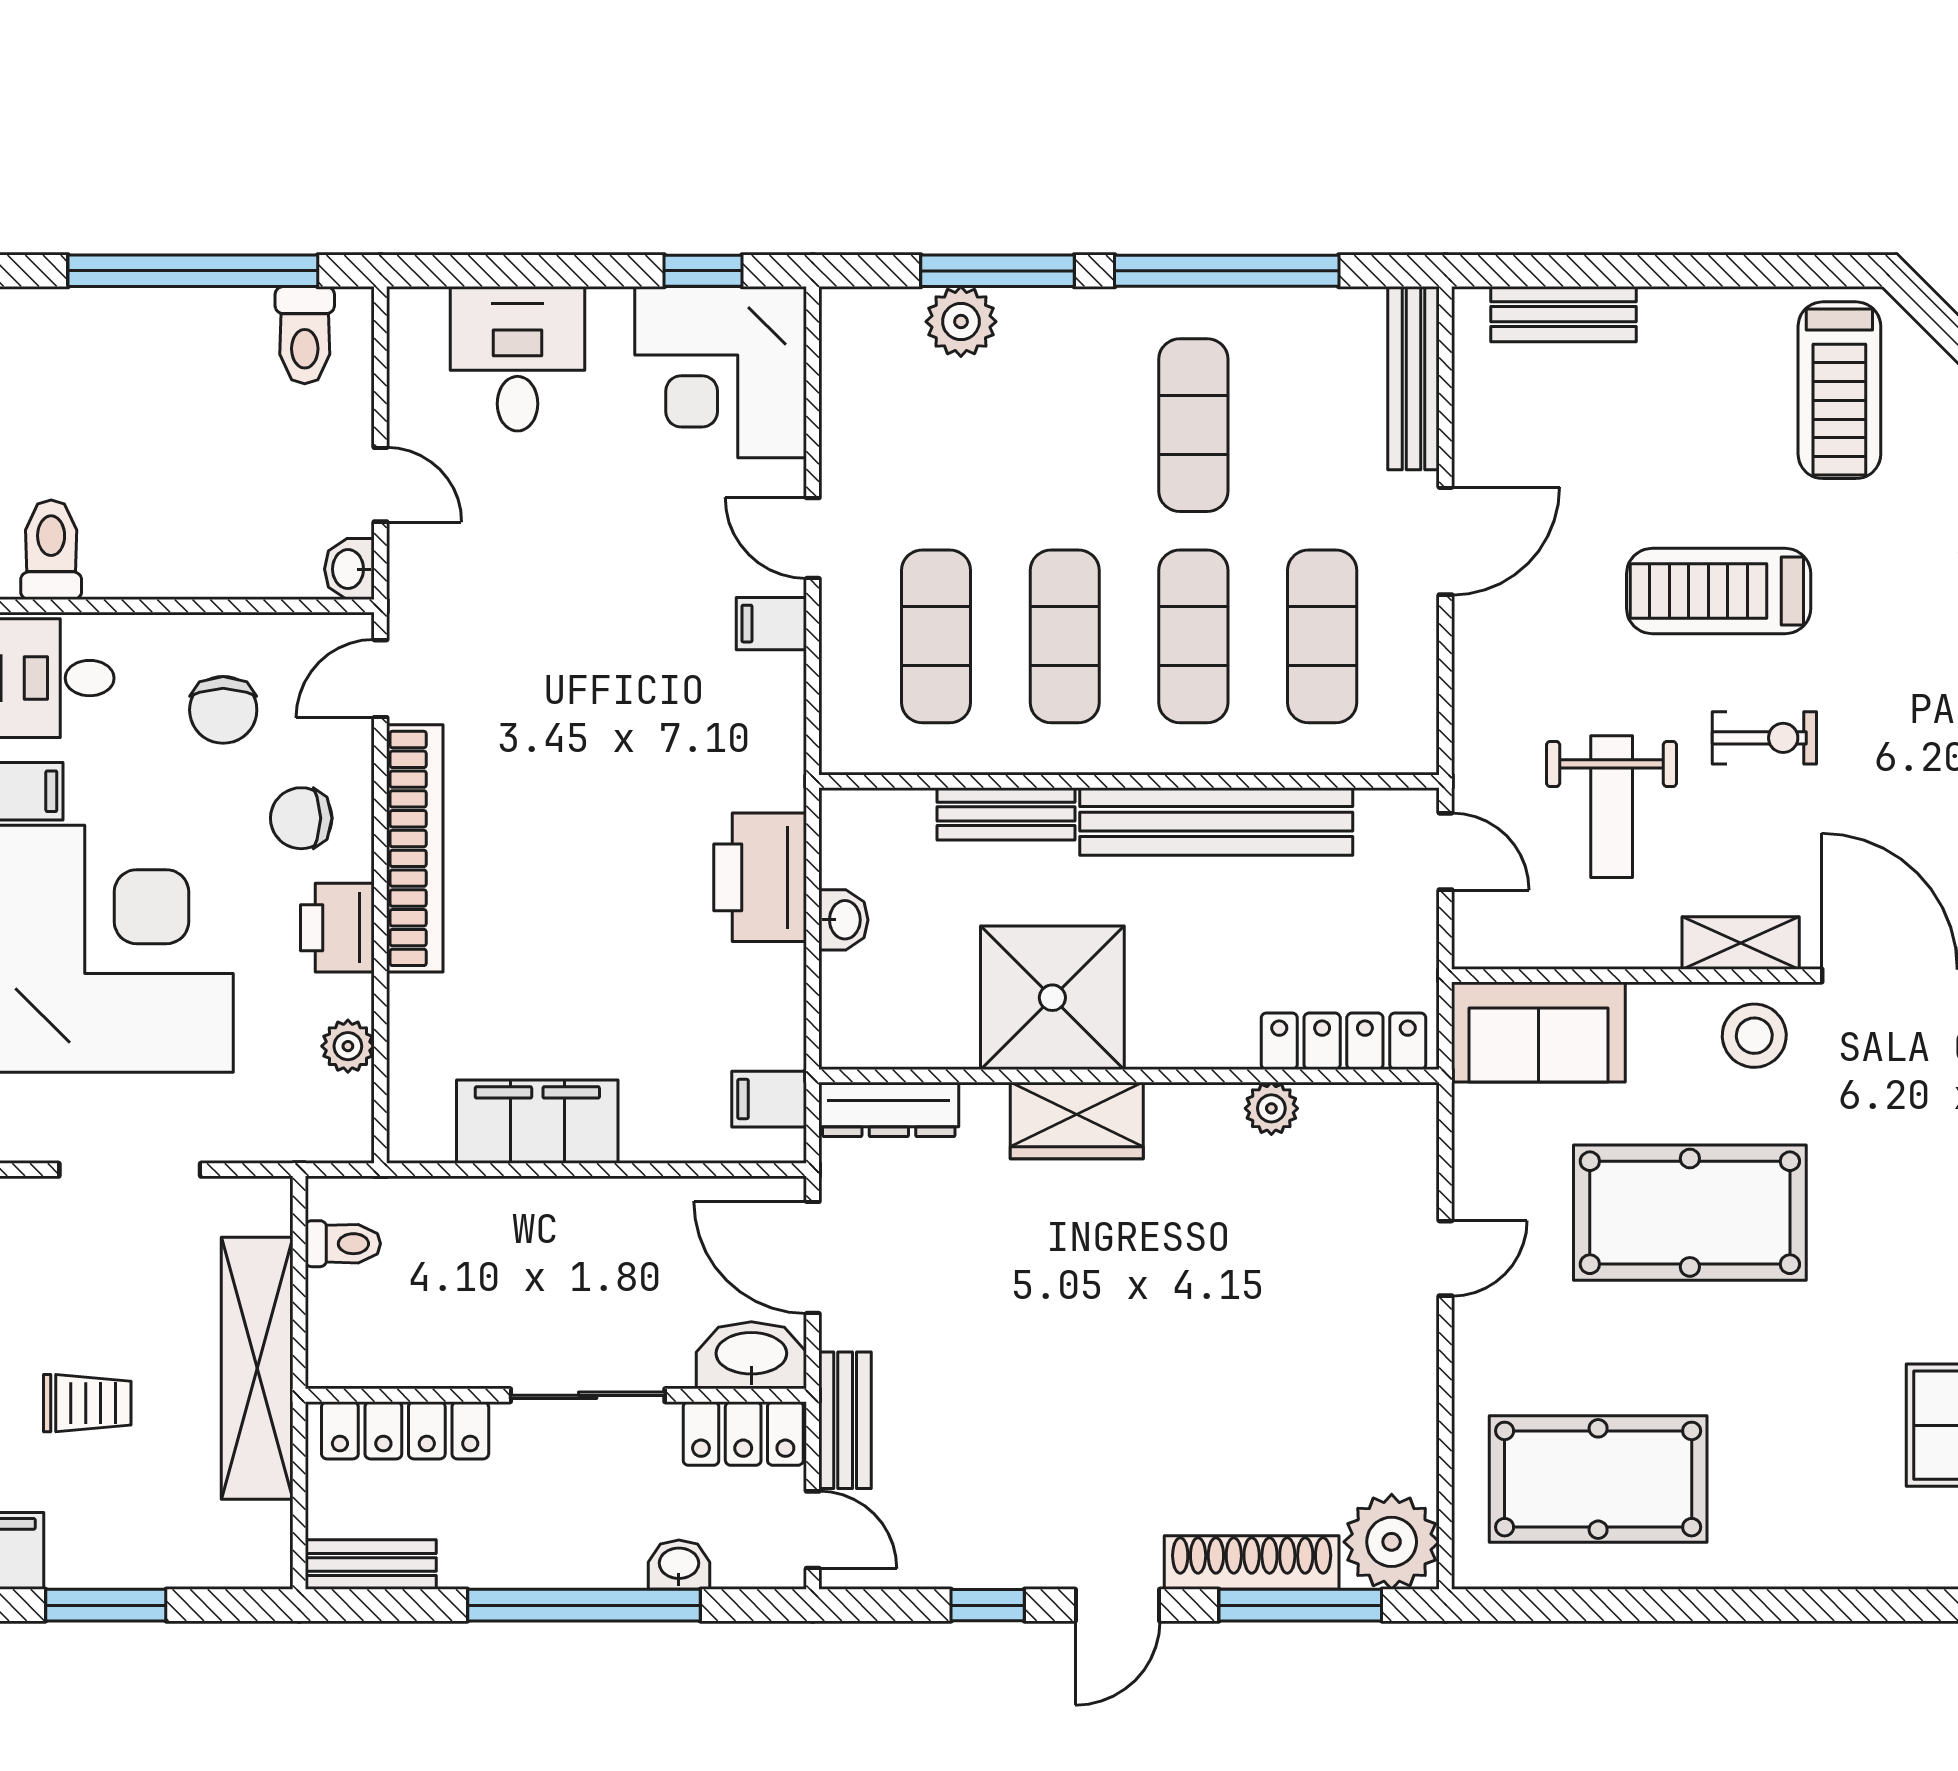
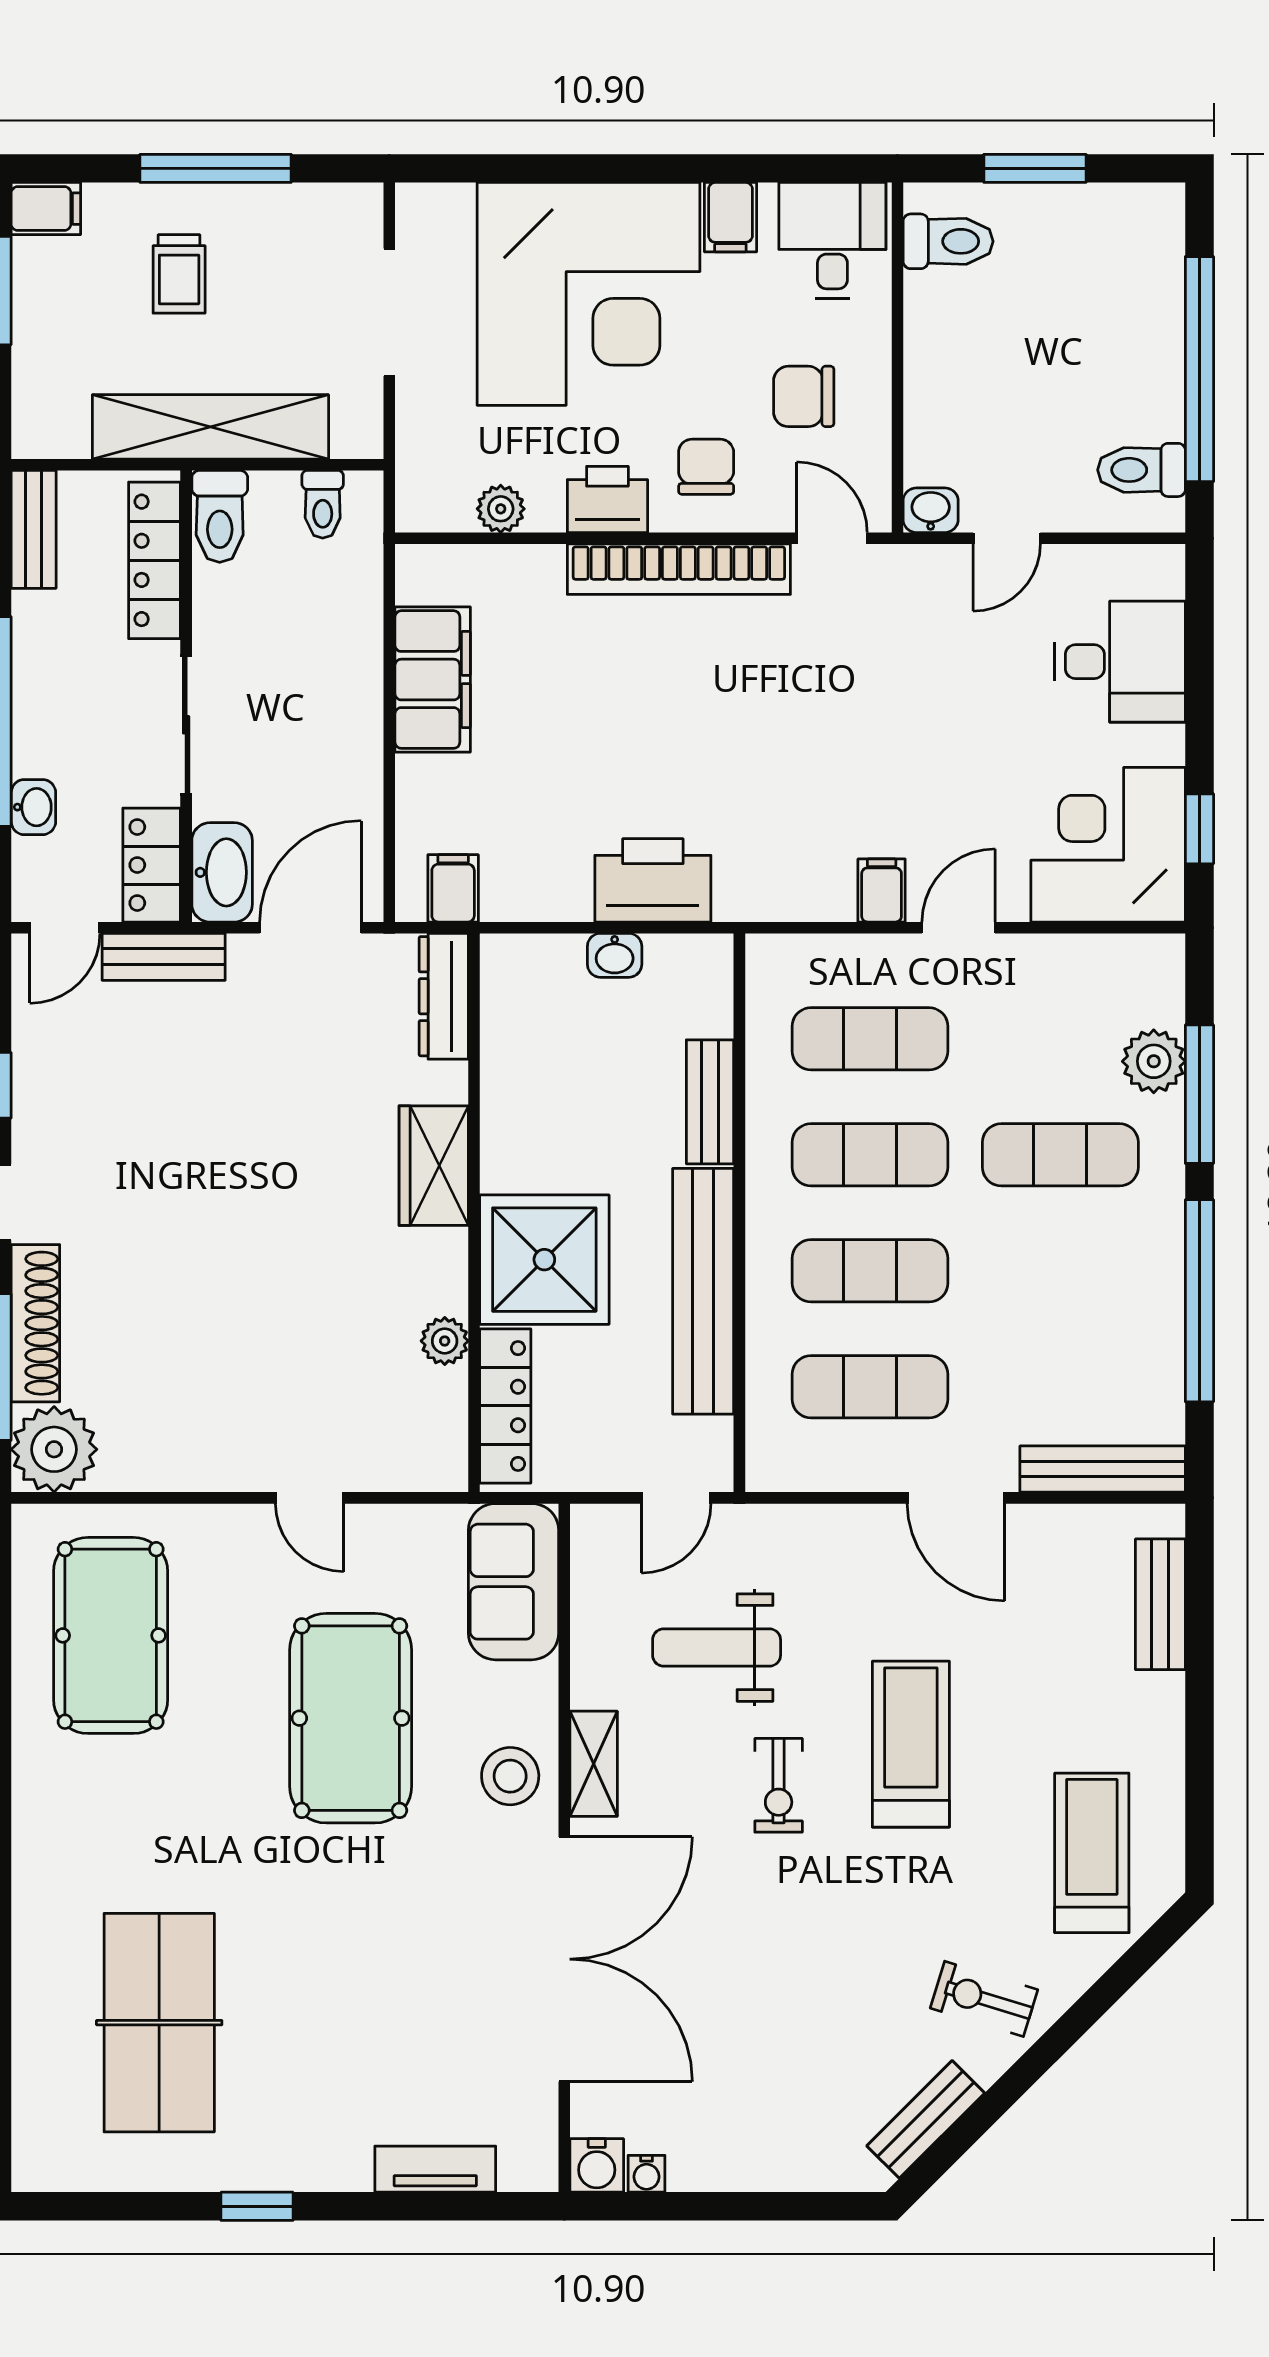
treadmill: (1839, 390) -> (1092, 1853), turned 90
exercise mat: (1193, 425) -> (1060, 1155), moved
shower: (1052, 998) -> (544, 1260), moved
toilet: (356, 1358) -> (220, 516), added

